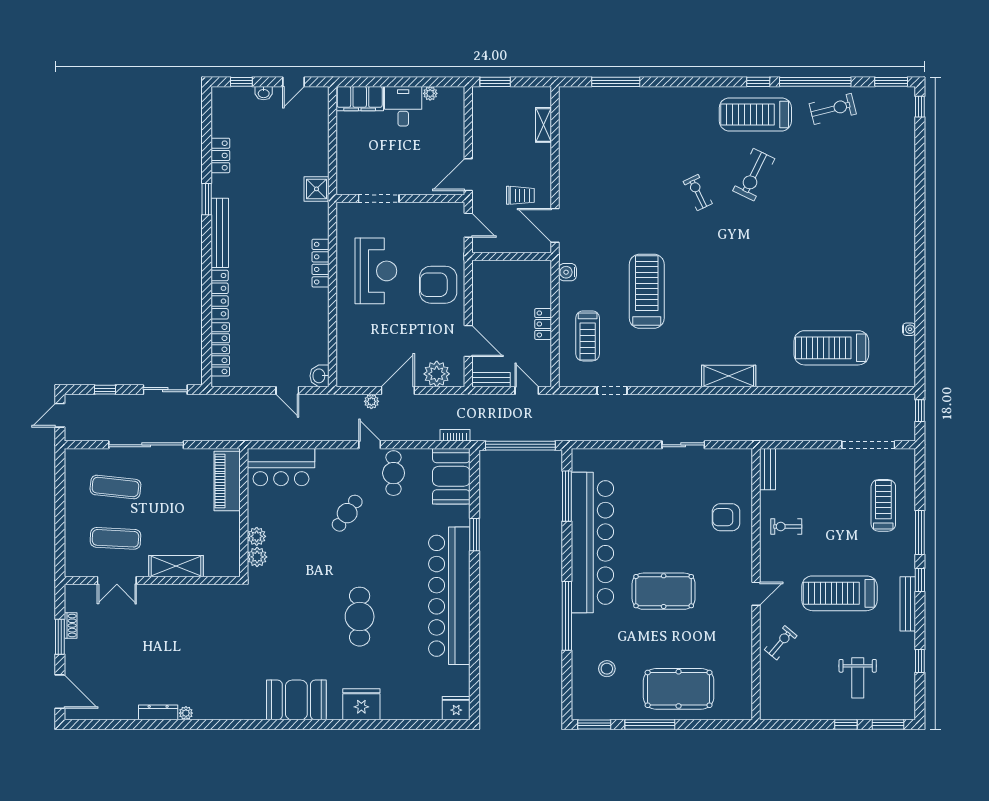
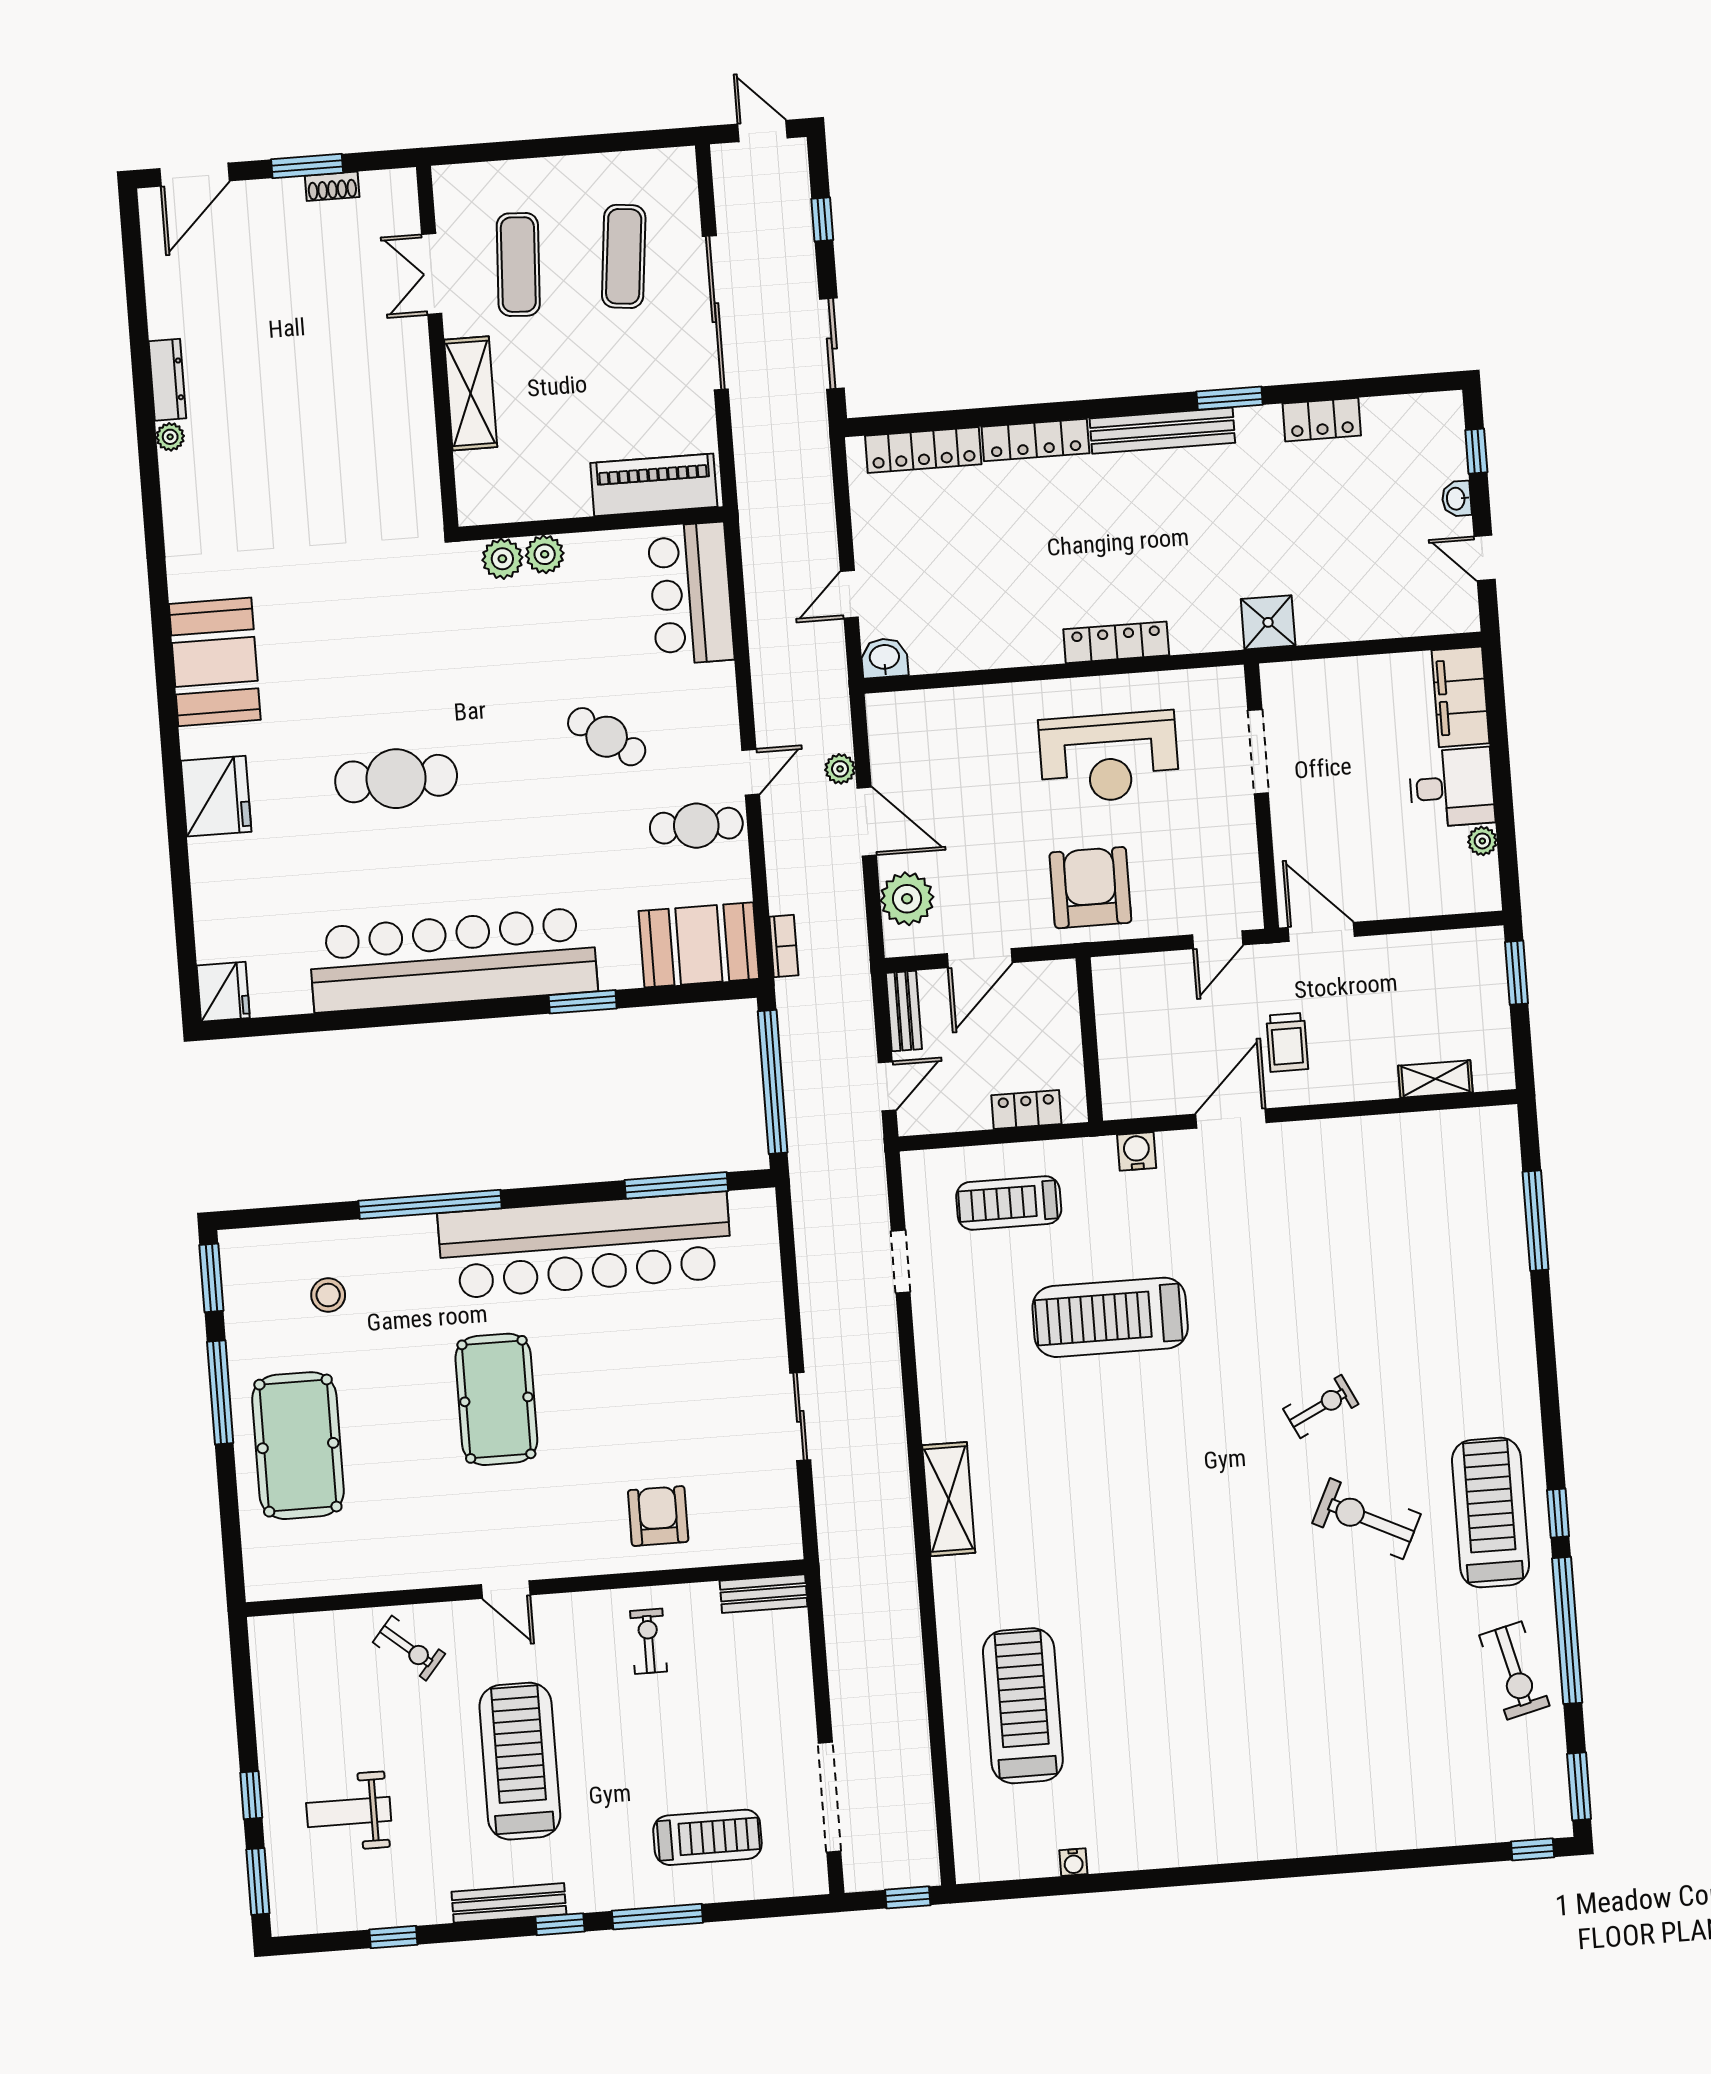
wall: (512, 257) -> (1089, 1040), moved
treadmill: (647, 291) -> (1110, 1317), turned 180

